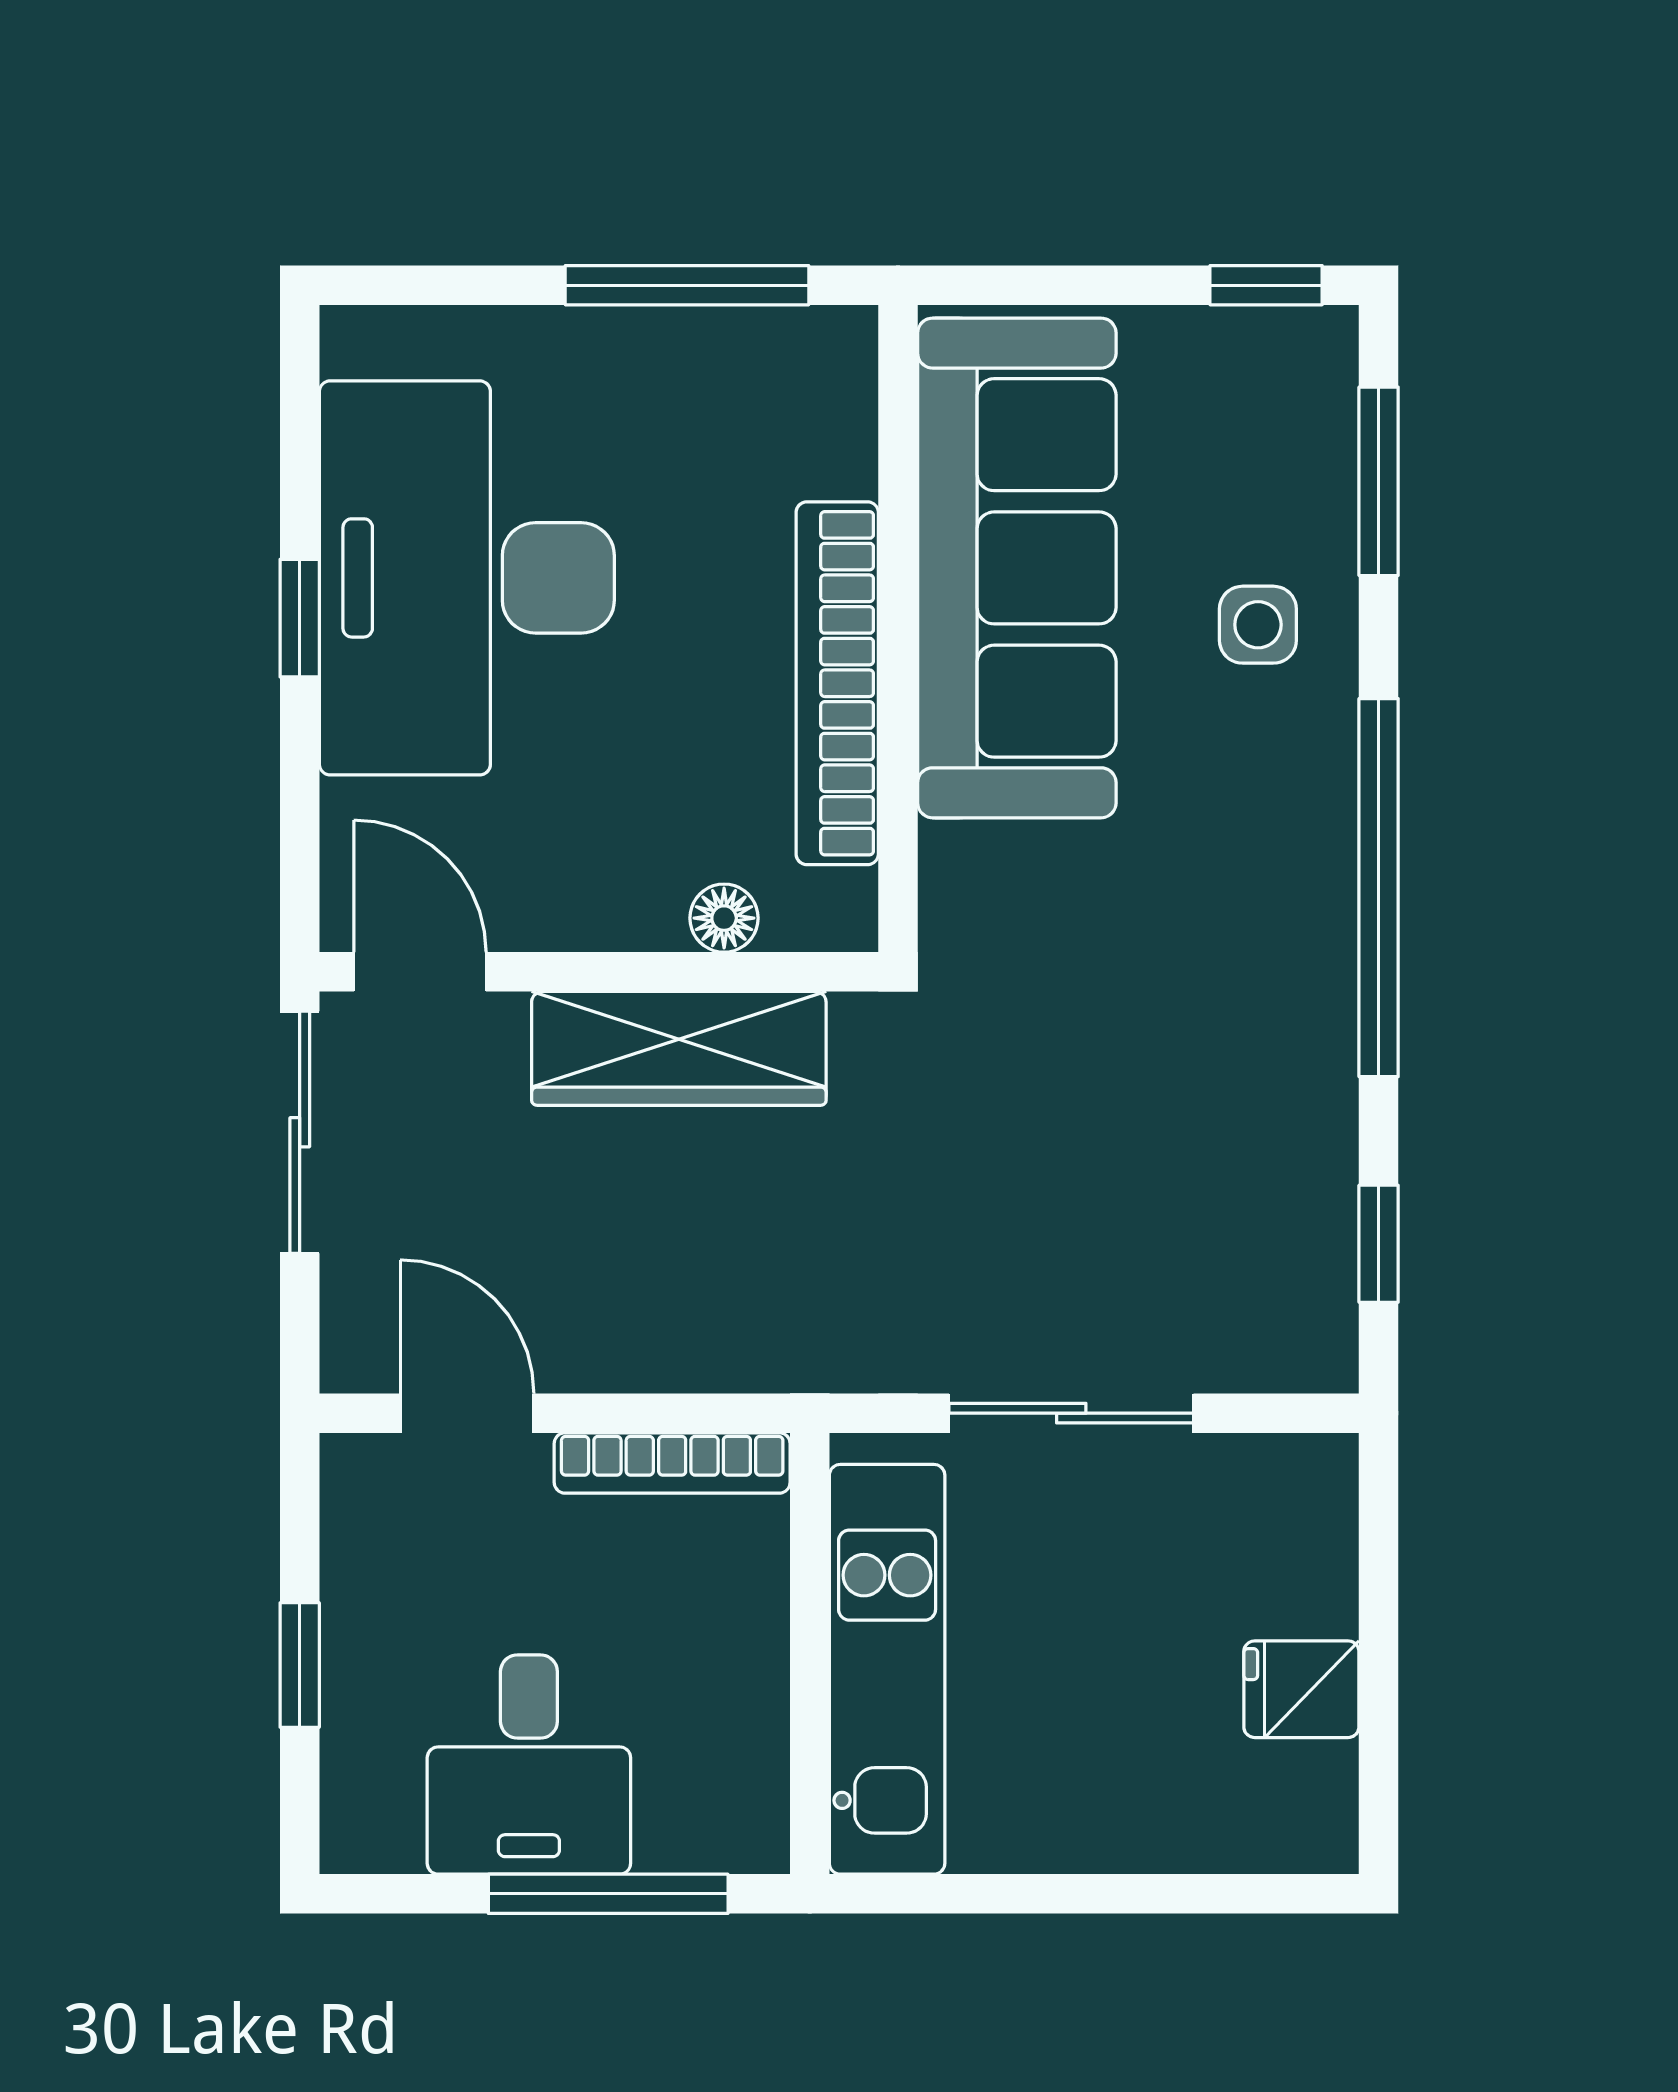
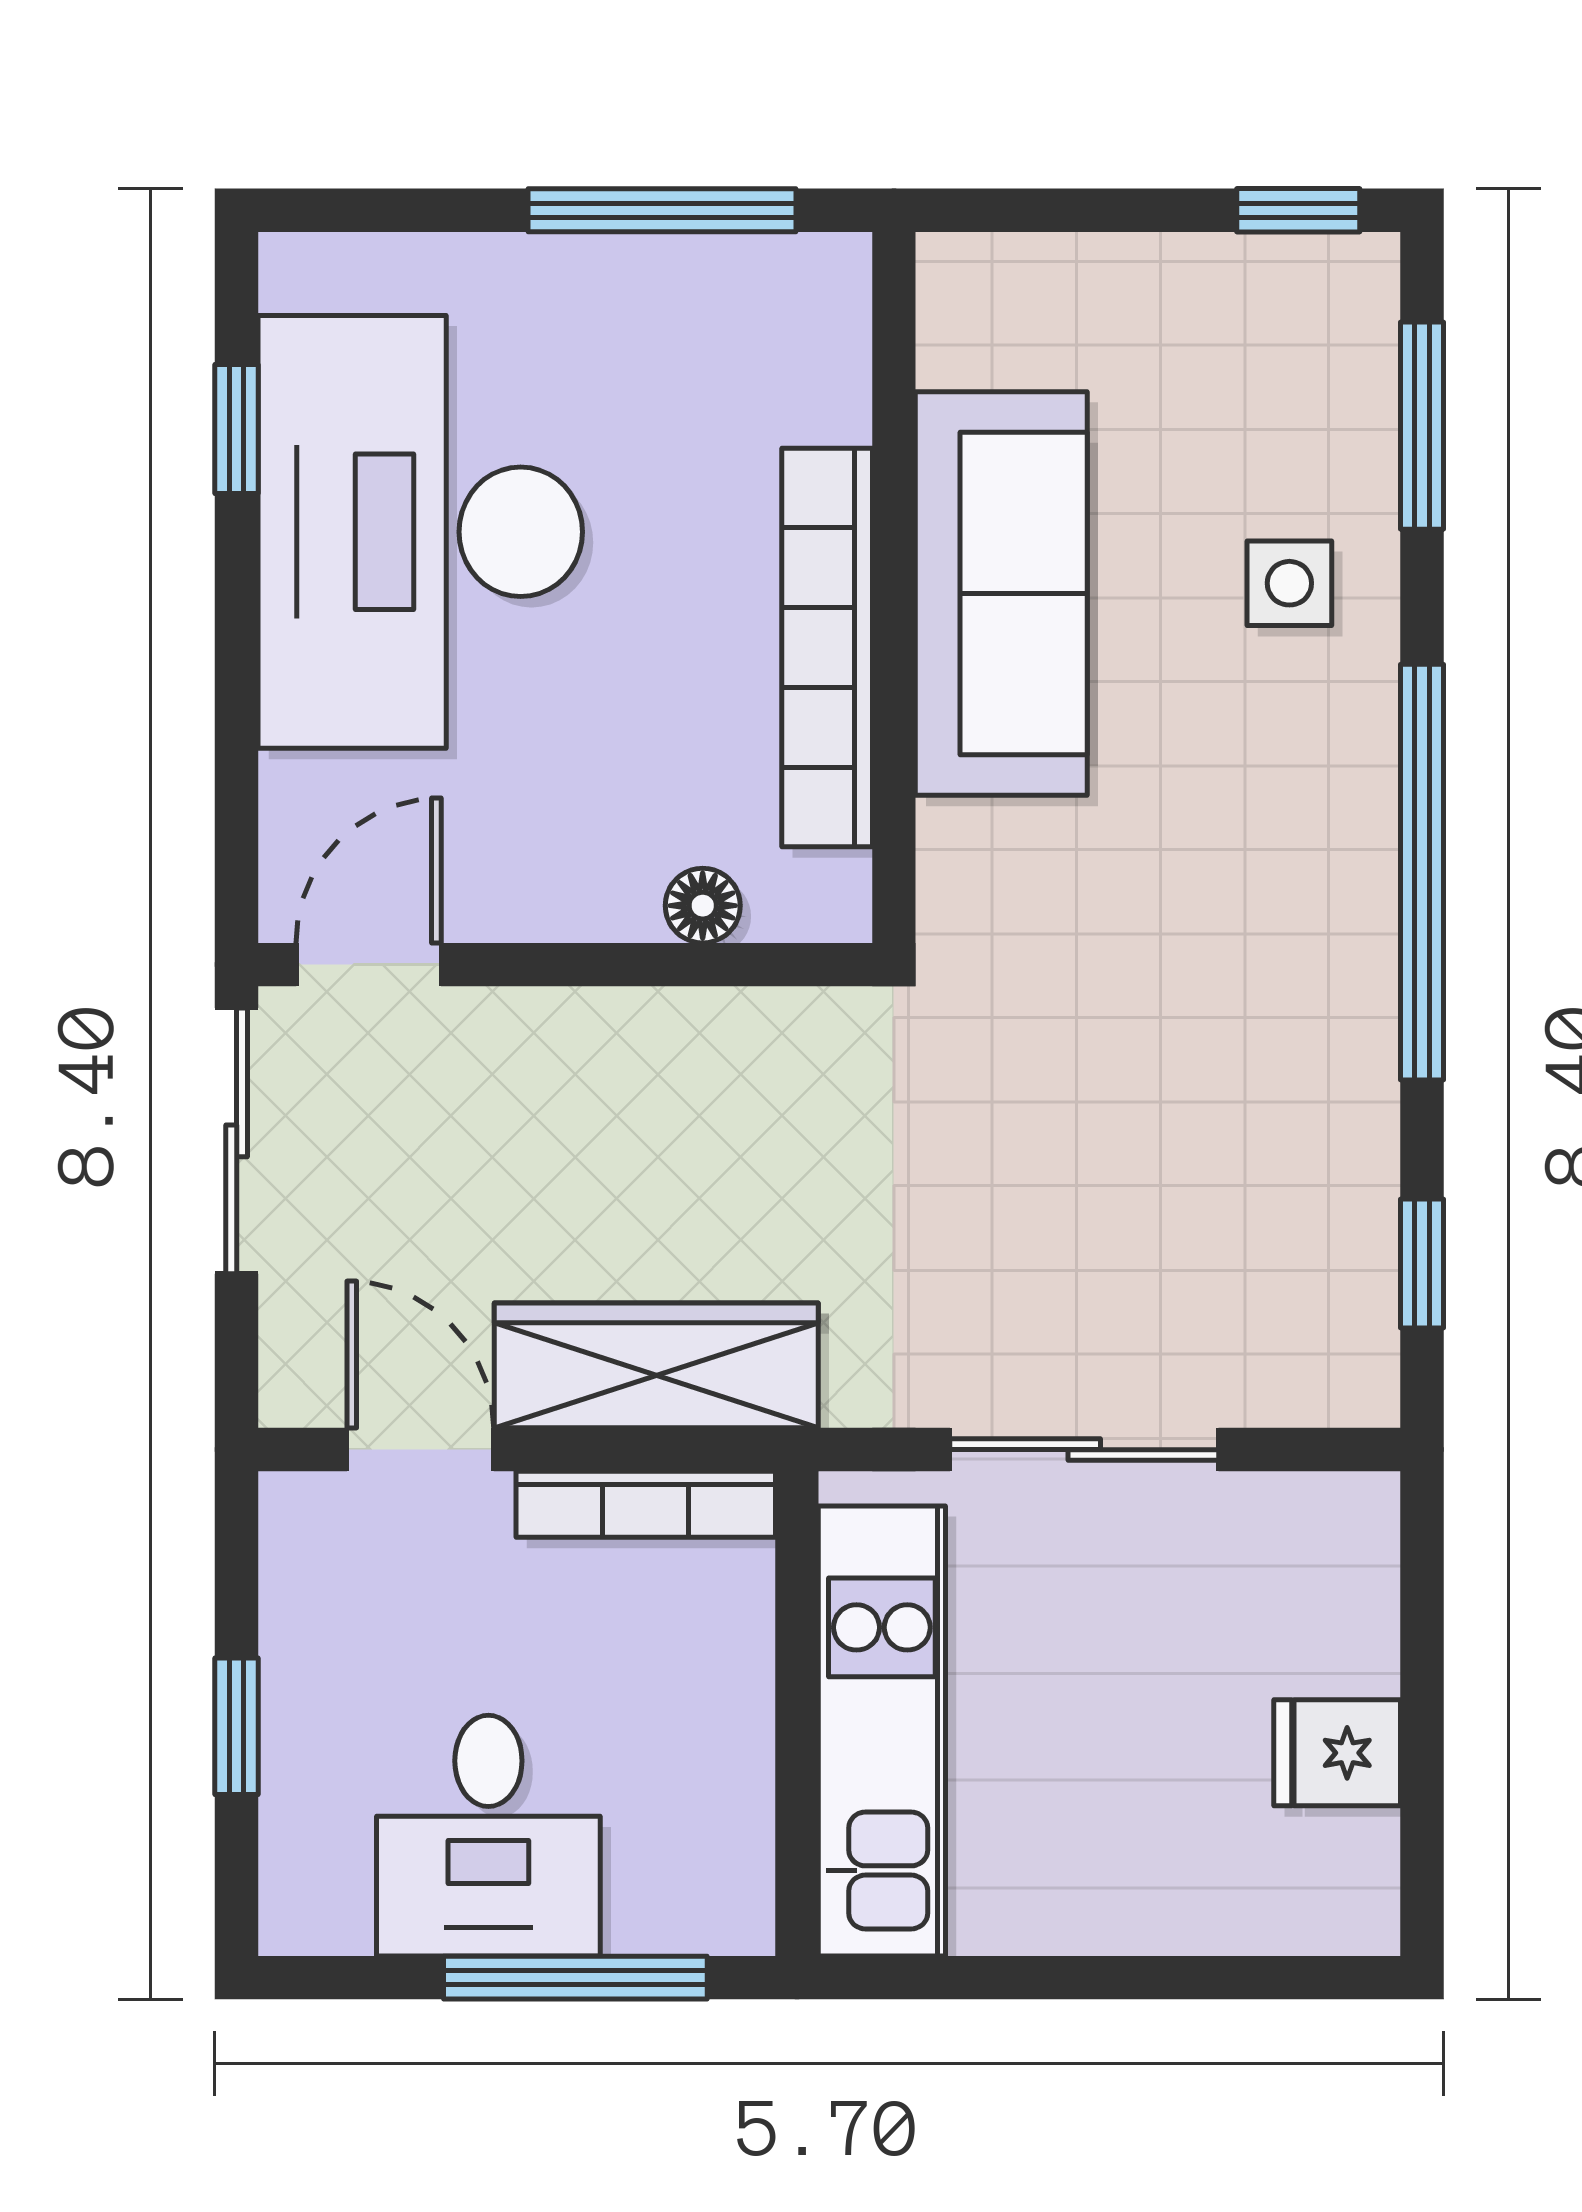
sofa: (1017, 568) -> (1001, 593), width x0.74, depth x0.79
window: (300, 618) -> (237, 429), moved
door: (420, 972) -> (369, 965), hinge flipped
wardrobe: (679, 1048) -> (656, 1365), moved, turned 180

